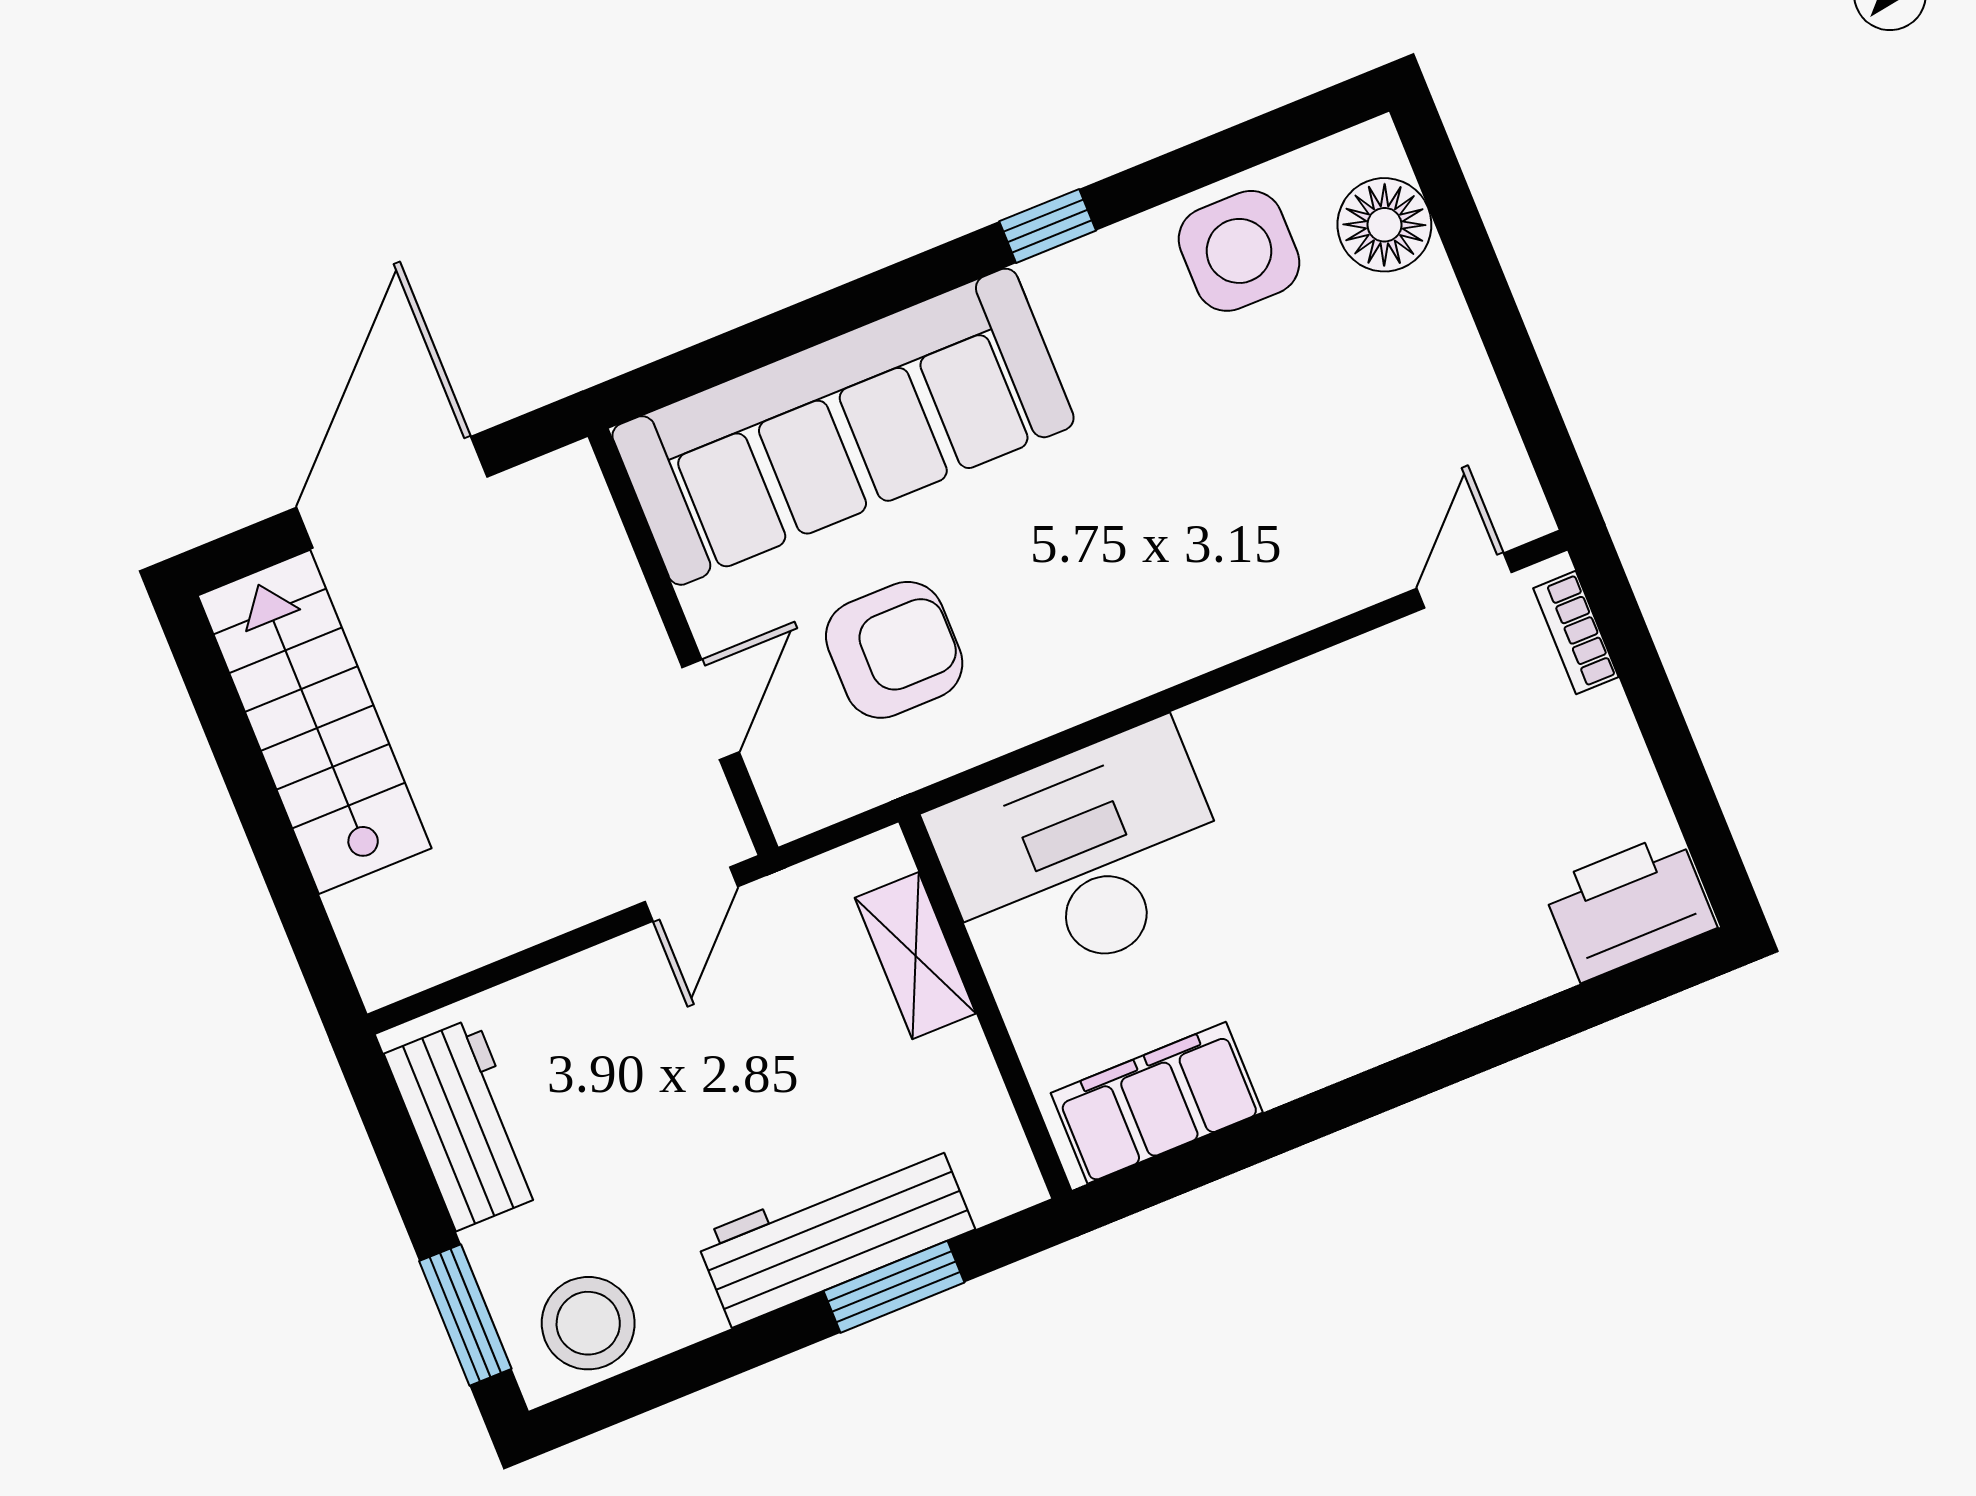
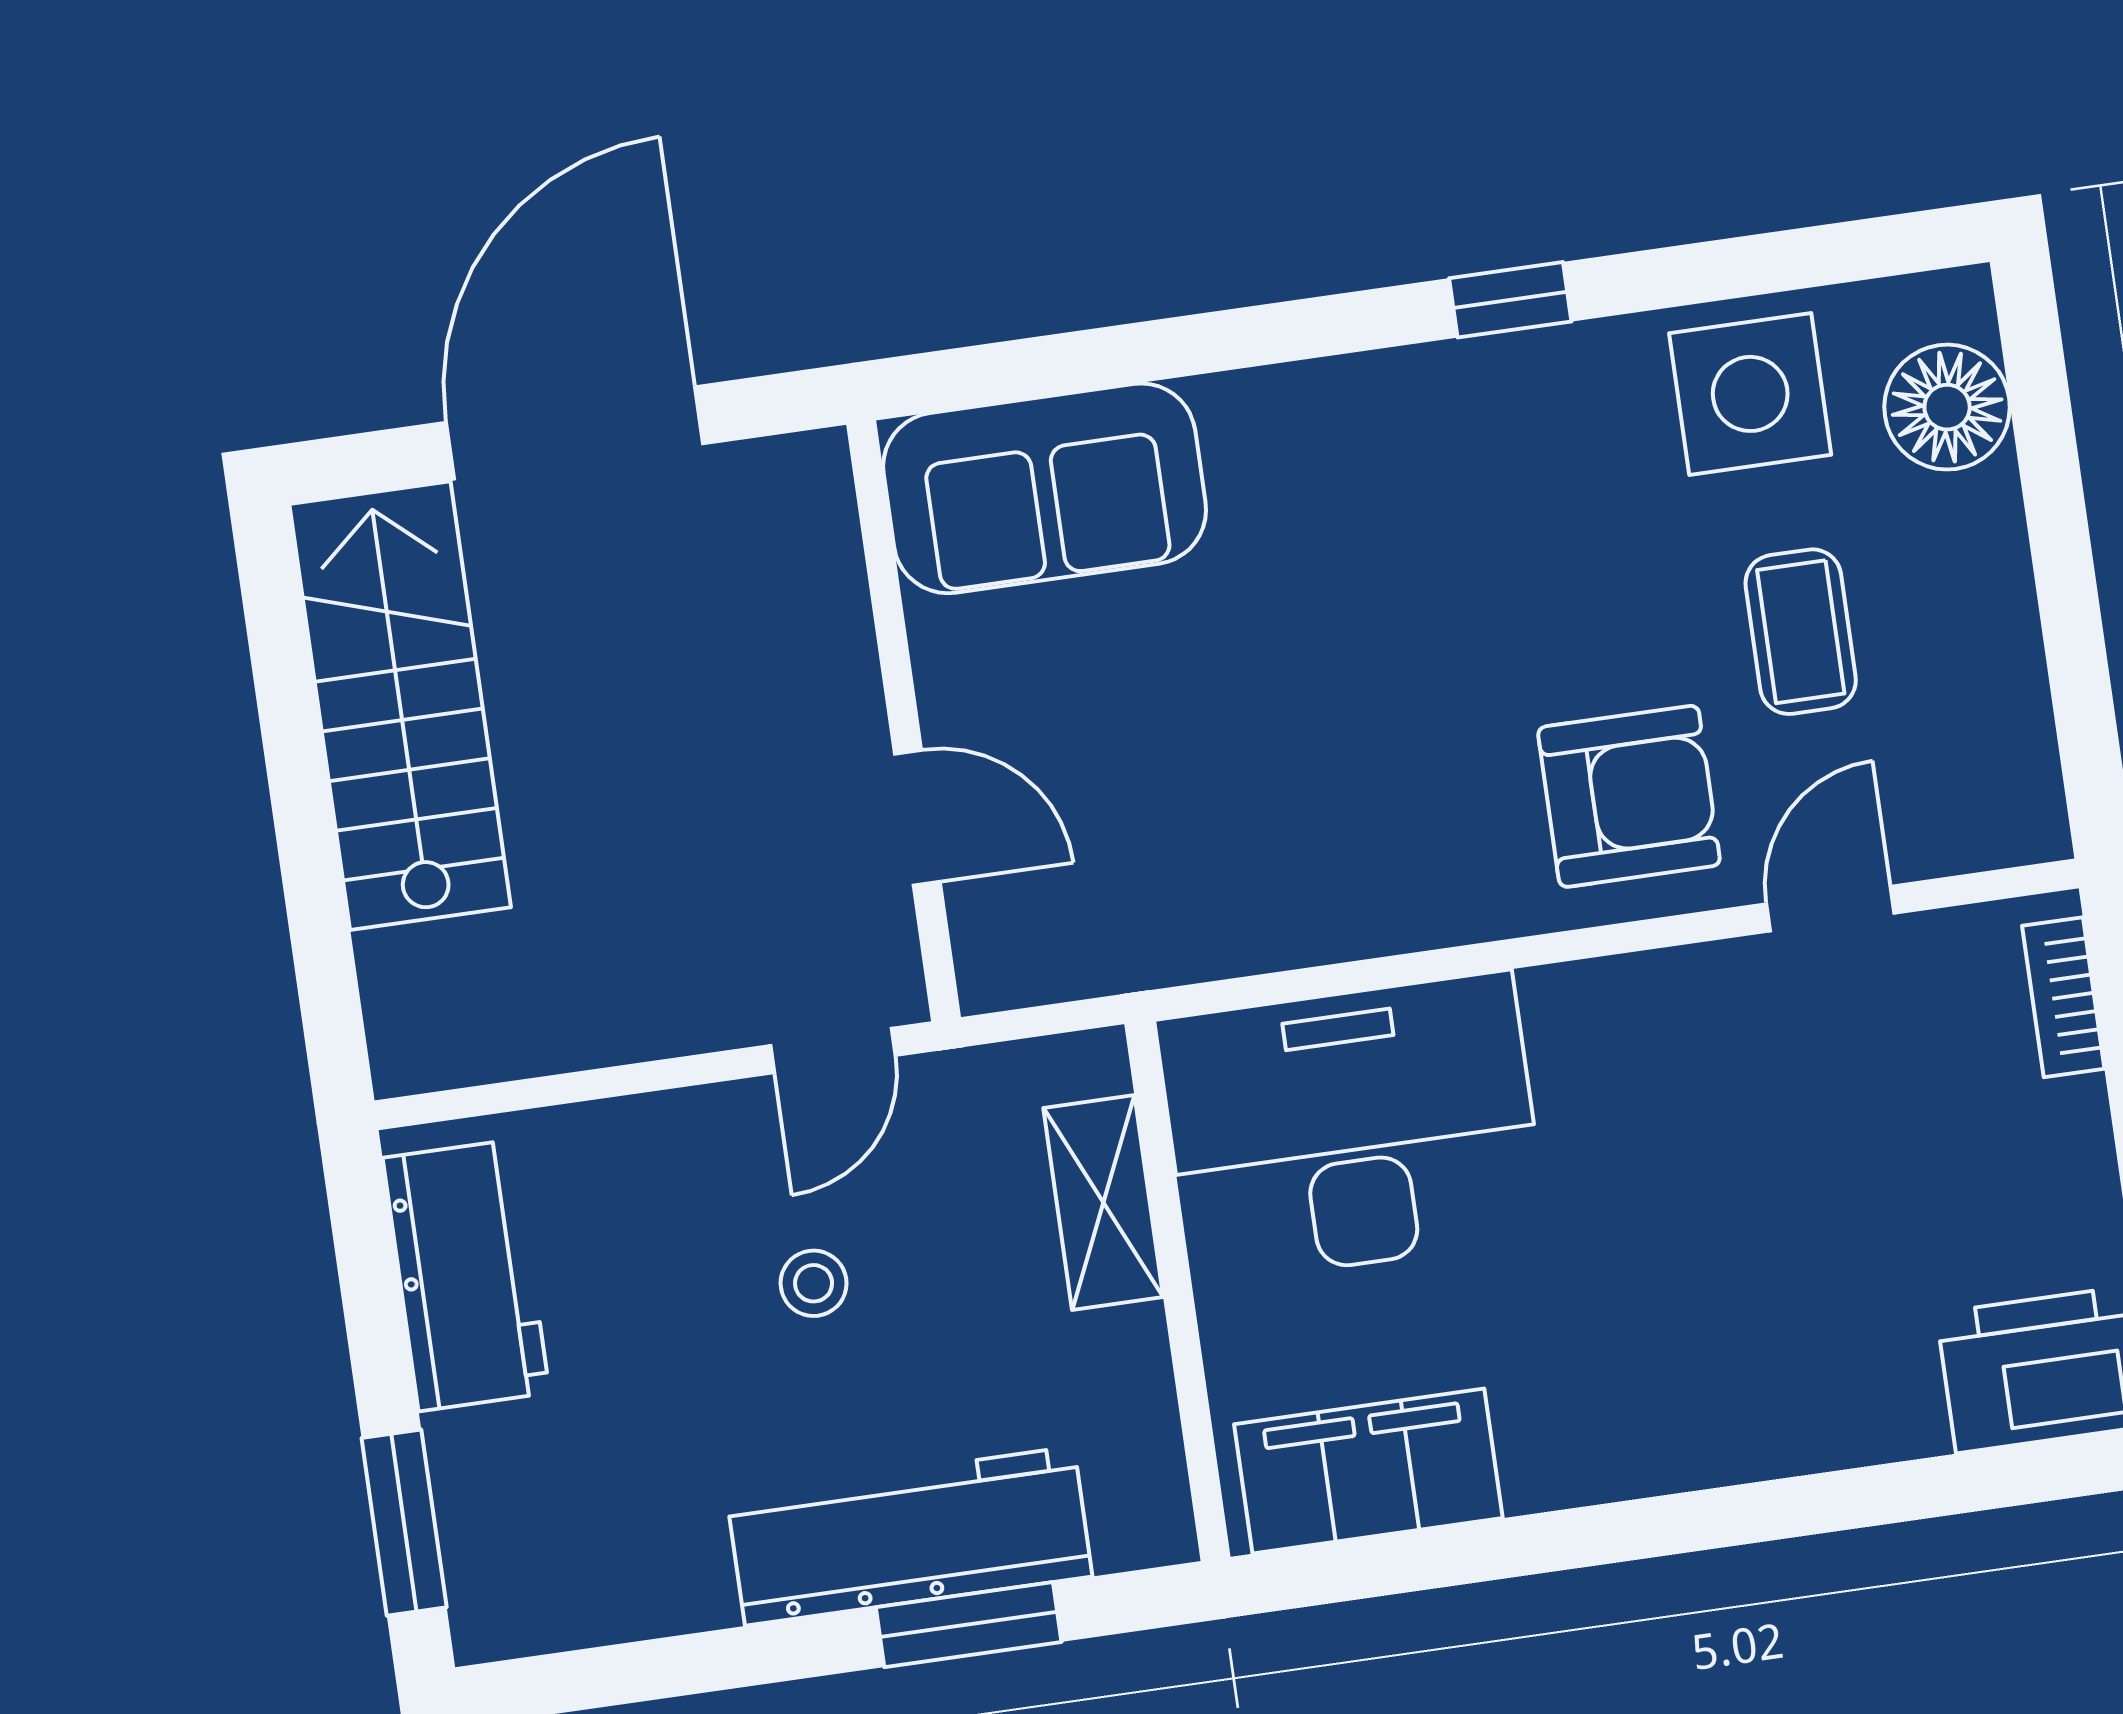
coffee table: (1319, 414) -> (1801, 632), added
sofa: (843, 427) -> (1045, 488), width x0.54, depth x0.79
door: (1464, 580) -> (1830, 909), moved
armchair: (894, 650) -> (1629, 796), moved
door: (711, 710) -> (917, 818), hinge flipped
stool: (588, 1323) -> (814, 1283), moved, width x0.53, depth x0.53

